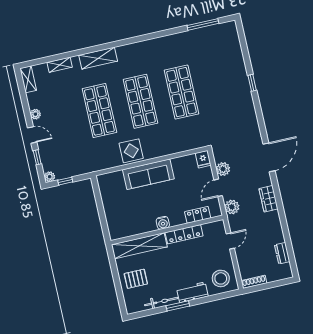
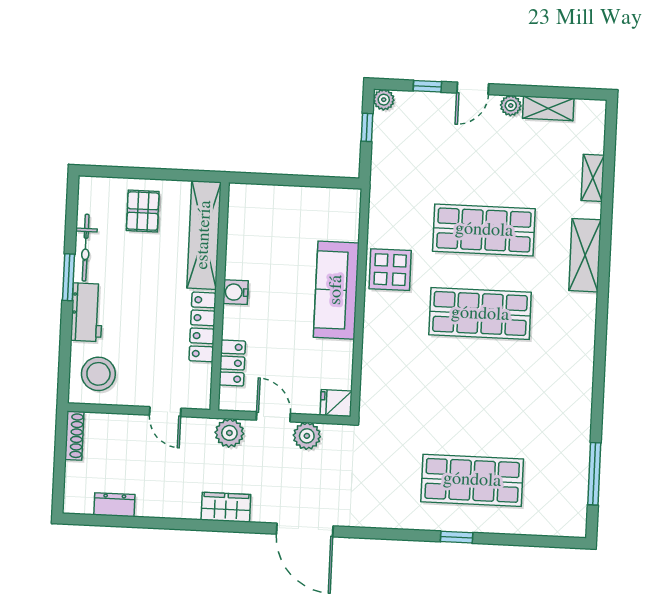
shelving: (28, 79) -> (548, 108), moved
shop shelf: (181, 92) -> (472, 480), moved

